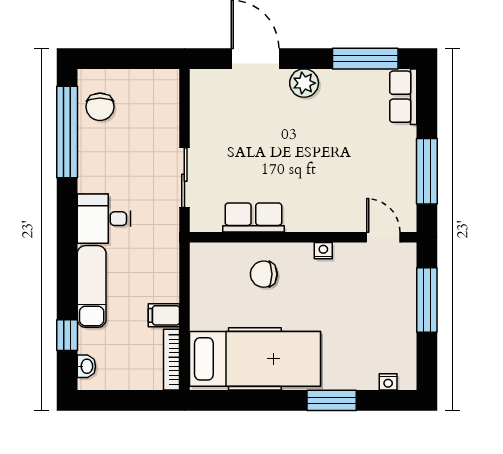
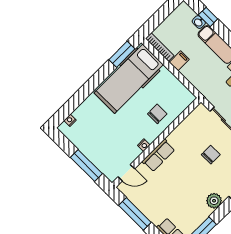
chair: (247, 149) -> (211, 155), added
row of seats: (253, 217) -> (158, 155), moved
washbasin: (86, 366) -> (199, 22), moved
window: (332, 400) -> (122, 54), moved

